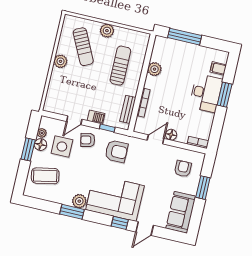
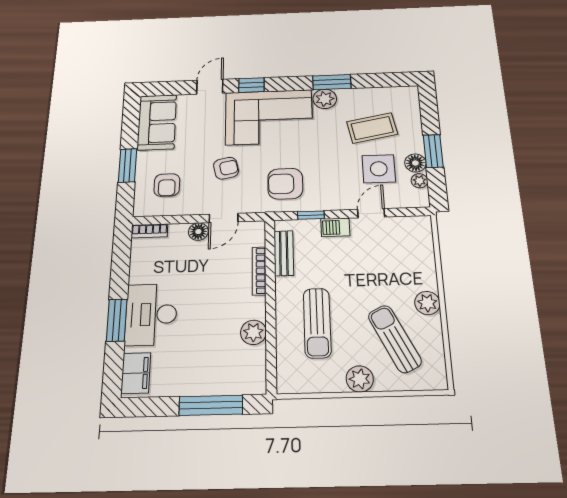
filing cabinet: (218, 68) -> (136, 373), width x2.00
armchair: (88, 140) -> (226, 168), moved
coffee table: (45, 176) -> (372, 128), moved

